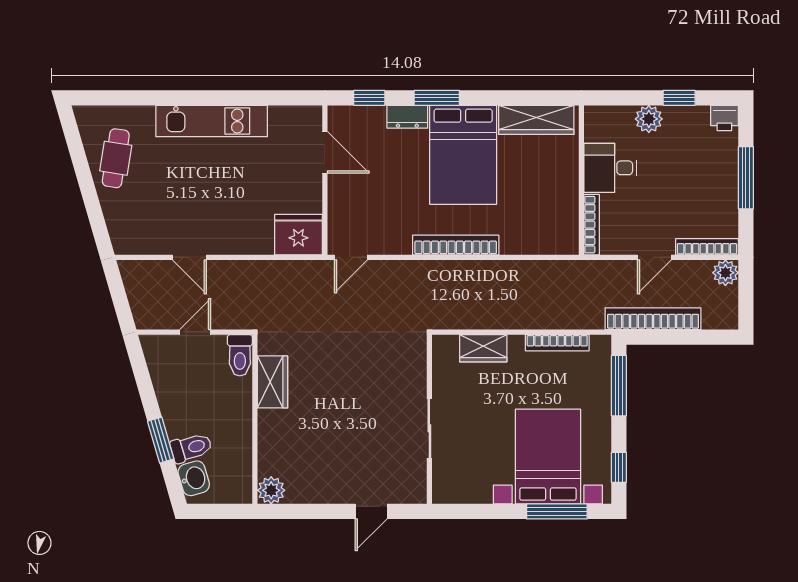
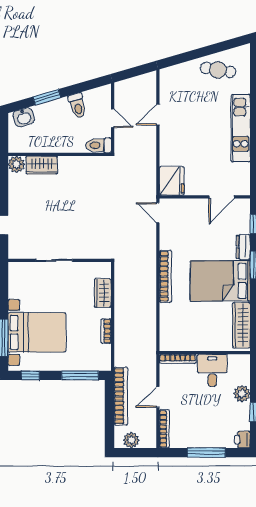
door: (654, 257) -> (158, 397), hinge flipped
plant: (725, 273) -> (131, 440), moved
bookcase: (557, 343) -> (106, 331), width x0.64
wardrobe: (273, 382) -> (42, 165), moved
toilet: (191, 448) -> (77, 106), moved

